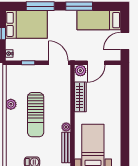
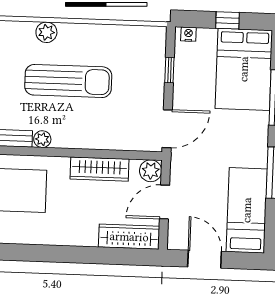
door: (96, 63) -> (165, 202), hinge flipped
wardrobe: (115, 80) -> (129, 237), added
plant: (11, 104) -> (46, 32), moved
sun lounger: (36, 115) -> (68, 81), turned 180

